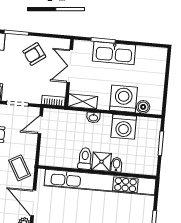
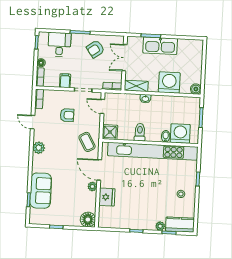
boiler: (143, 107) -> (196, 89), moved
door: (40, 125) -> (102, 106), hinge flipped
washing machine: (124, 127) -> (180, 133), moved, turned 180
shower: (102, 162) -> (110, 132), moved

